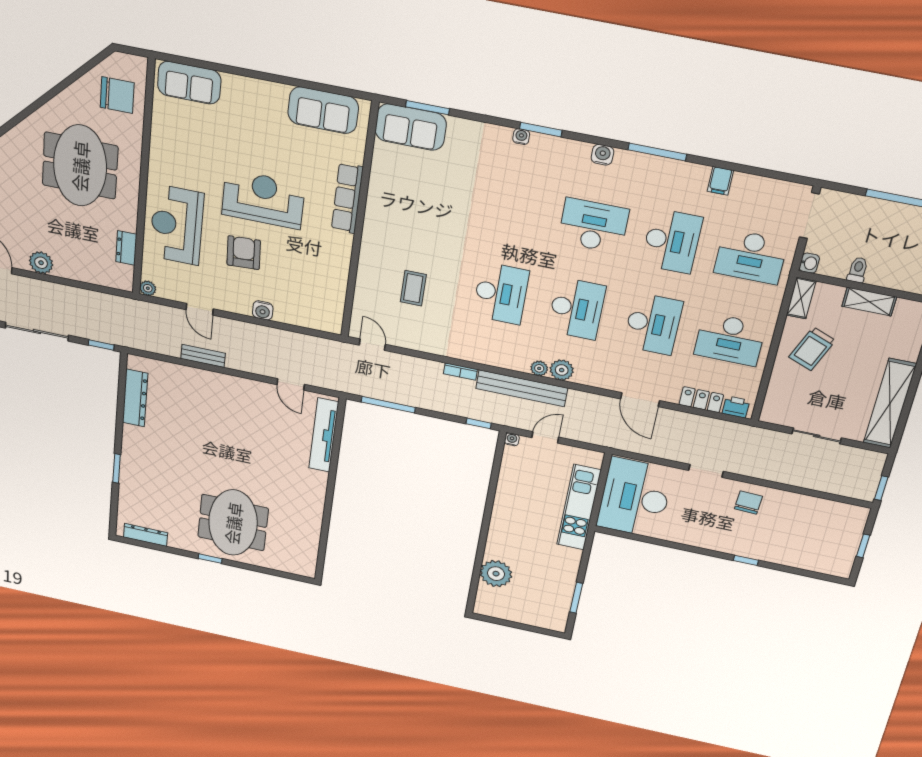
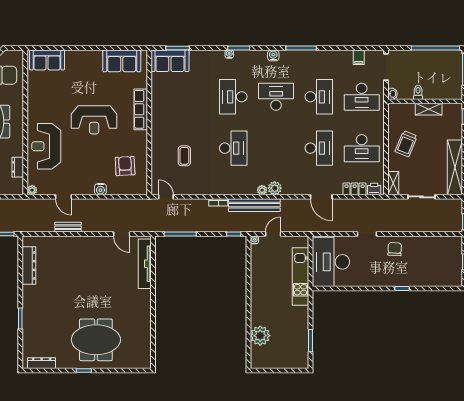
filing cabinet: (720, 181) -> (359, 57), moved
reception desk: (263, 199) -> (94, 120), turned 180
armchair: (244, 253) -> (125, 166), moved
shelving: (801, 298) -> (393, 183), moved
desk: (577, 309) -> (233, 97), moved, turned 180
meeting table: (233, 523) -> (96, 340), turned 90

